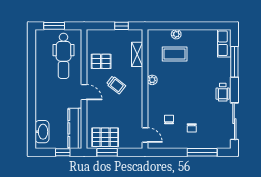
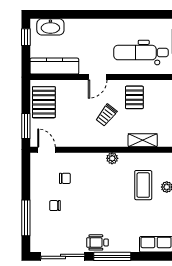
window: (234, 62) -> (112, 256), moved
door: (145, 135) -> (46, 150), swing flipped
window: (63, 152) -> (26, 37), moved
window: (107, 152) -> (26, 126), moved

